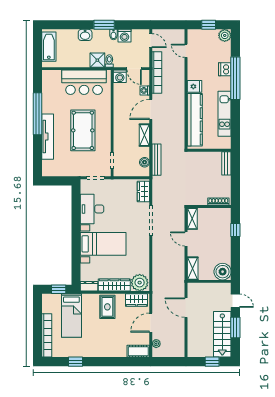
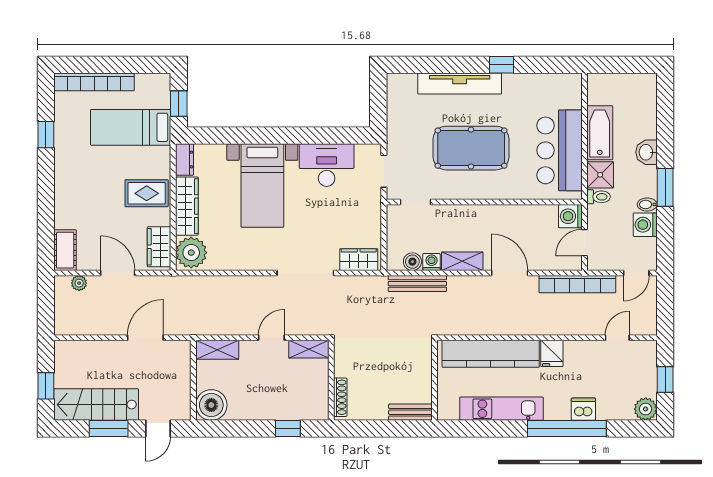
bathtub: (49, 47) -> (600, 133), moved, turned -90
washing machine: (145, 90) -> (432, 262), moved
window: (37, 114) -> (502, 65), width x0.32

